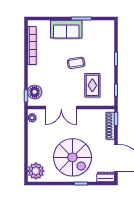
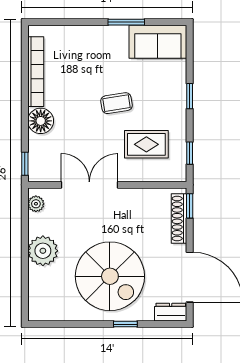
sofa: (66, 29) -> (158, 42), moved
rug: (92, 85) -> (146, 144), turned 90
floor lamp: (35, 92) -> (41, 121), moved
double door: (61, 107) -> (89, 185), swing flipped
plant: (36, 171) -> (43, 251), moved

